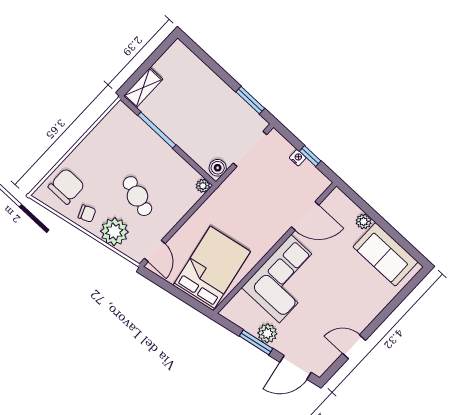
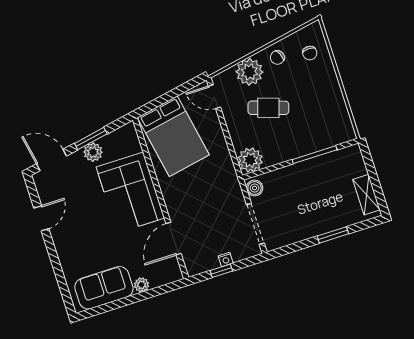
shelving: (143, 88) -> (366, 195), moved
window: (250, 100) -> (333, 235), moved
chair: (66, 186) -> (310, 53), width x0.54, depth x0.54
plant: (203, 186) -> (250, 160), width x1.88, depth x1.88
door: (296, 367) -> (52, 160), hinge flipped

